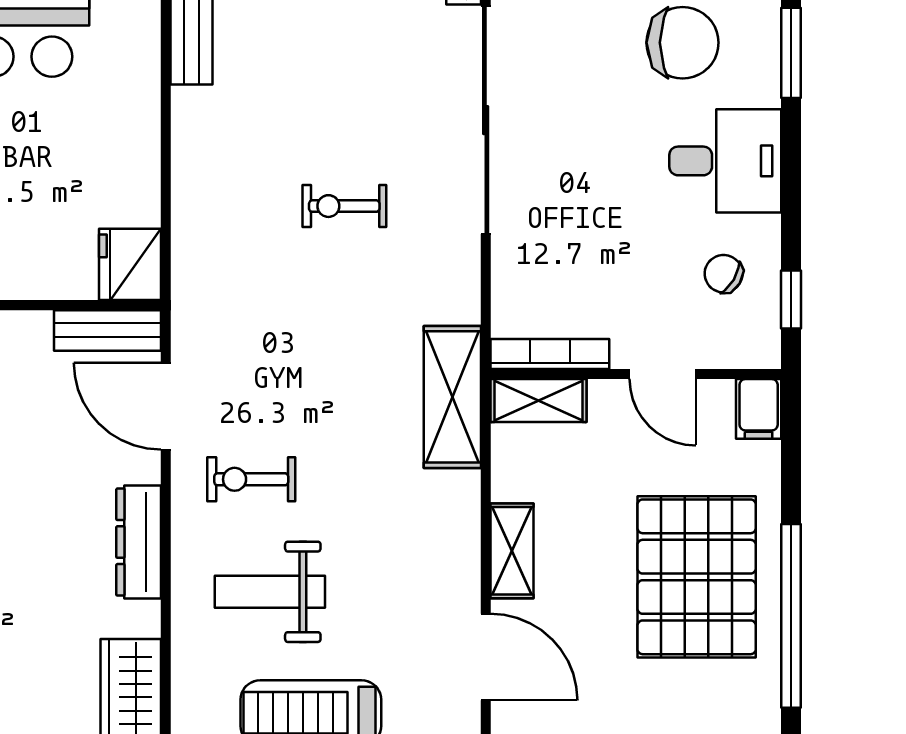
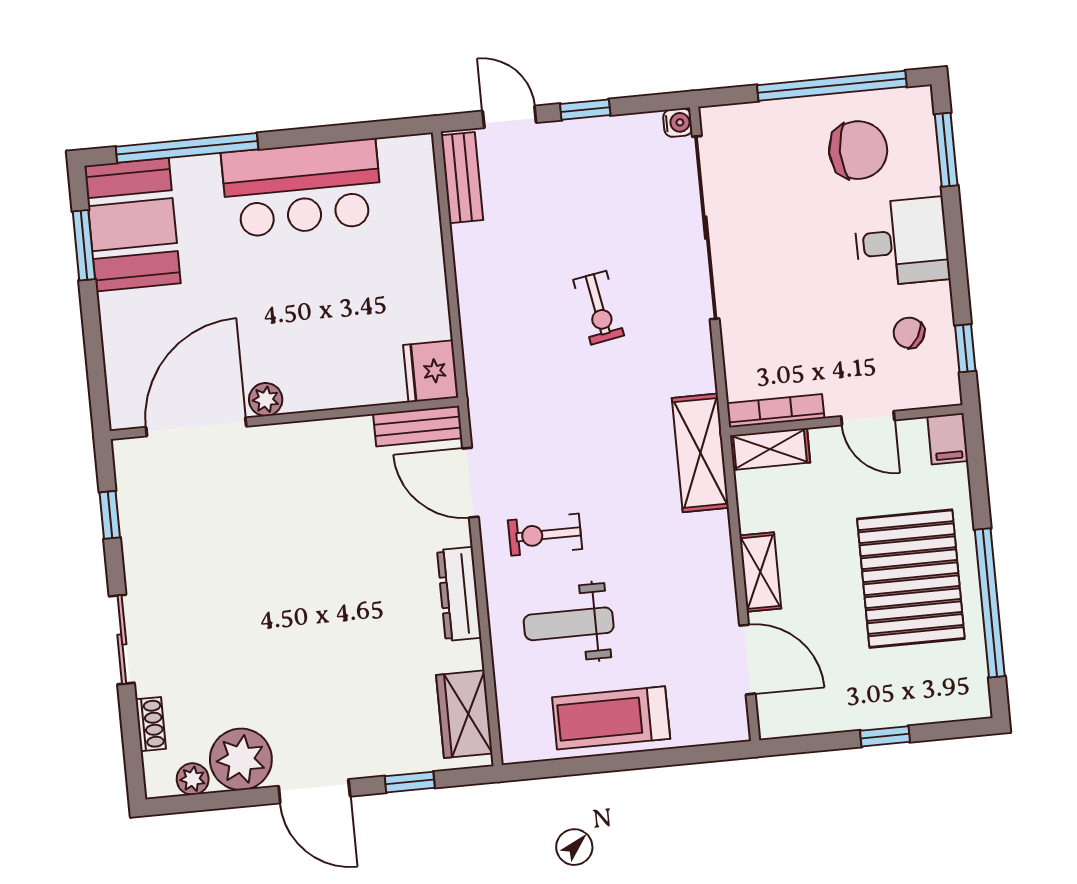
exercise bike: (344, 206) -> (599, 308), turned -100

